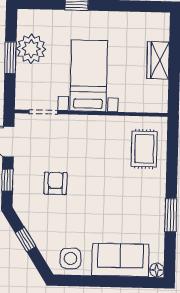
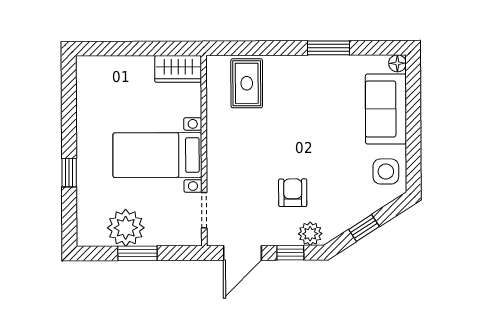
wardrobe: (158, 60) -> (178, 69), moved
rug: (144, 149) -> (247, 83), turned 90
armchair: (55, 183) -> (293, 193), turned 90
plant: (22, 196) -> (310, 234), added

